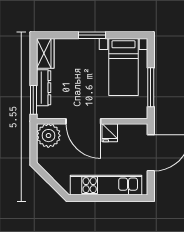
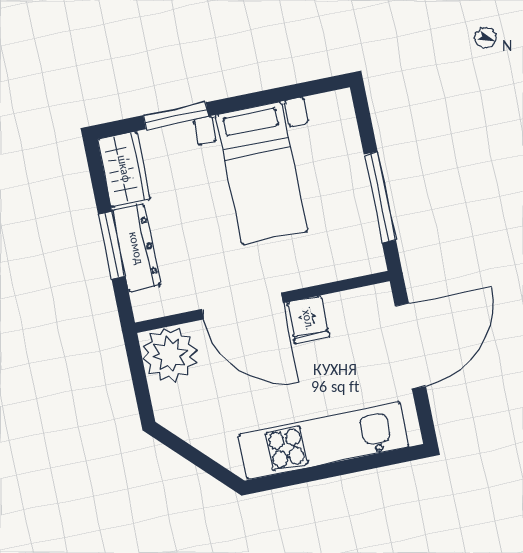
window: (92, 35) -> (176, 116), moved
bed with nightstands: (123, 67) -> (261, 173), moved
window: (33, 100) -> (112, 245), moved

